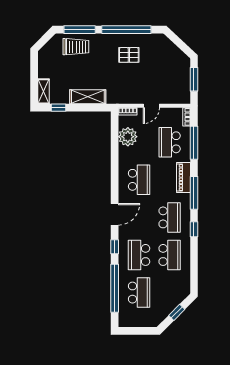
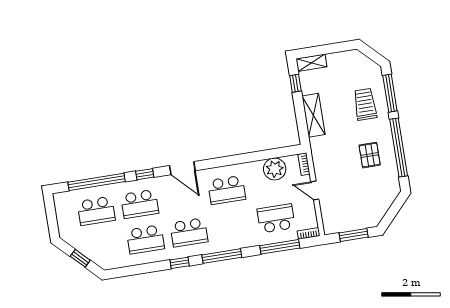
trolley: (76, 47) -> (365, 104), moved, turned 180
piano: (183, 178) -> (238, 241), removed
school desk: (139, 255) -> (140, 204), turned 180

